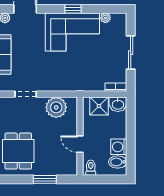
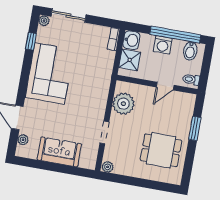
window: (73, 9) -> (31, 41), moved
plant: (105, 18) -> (44, 21), moved
sliding door: (131, 53) -> (68, 16), moved
window: (131, 145) -> (175, 35), added
washing machine: (119, 147) -> (163, 45), moved

